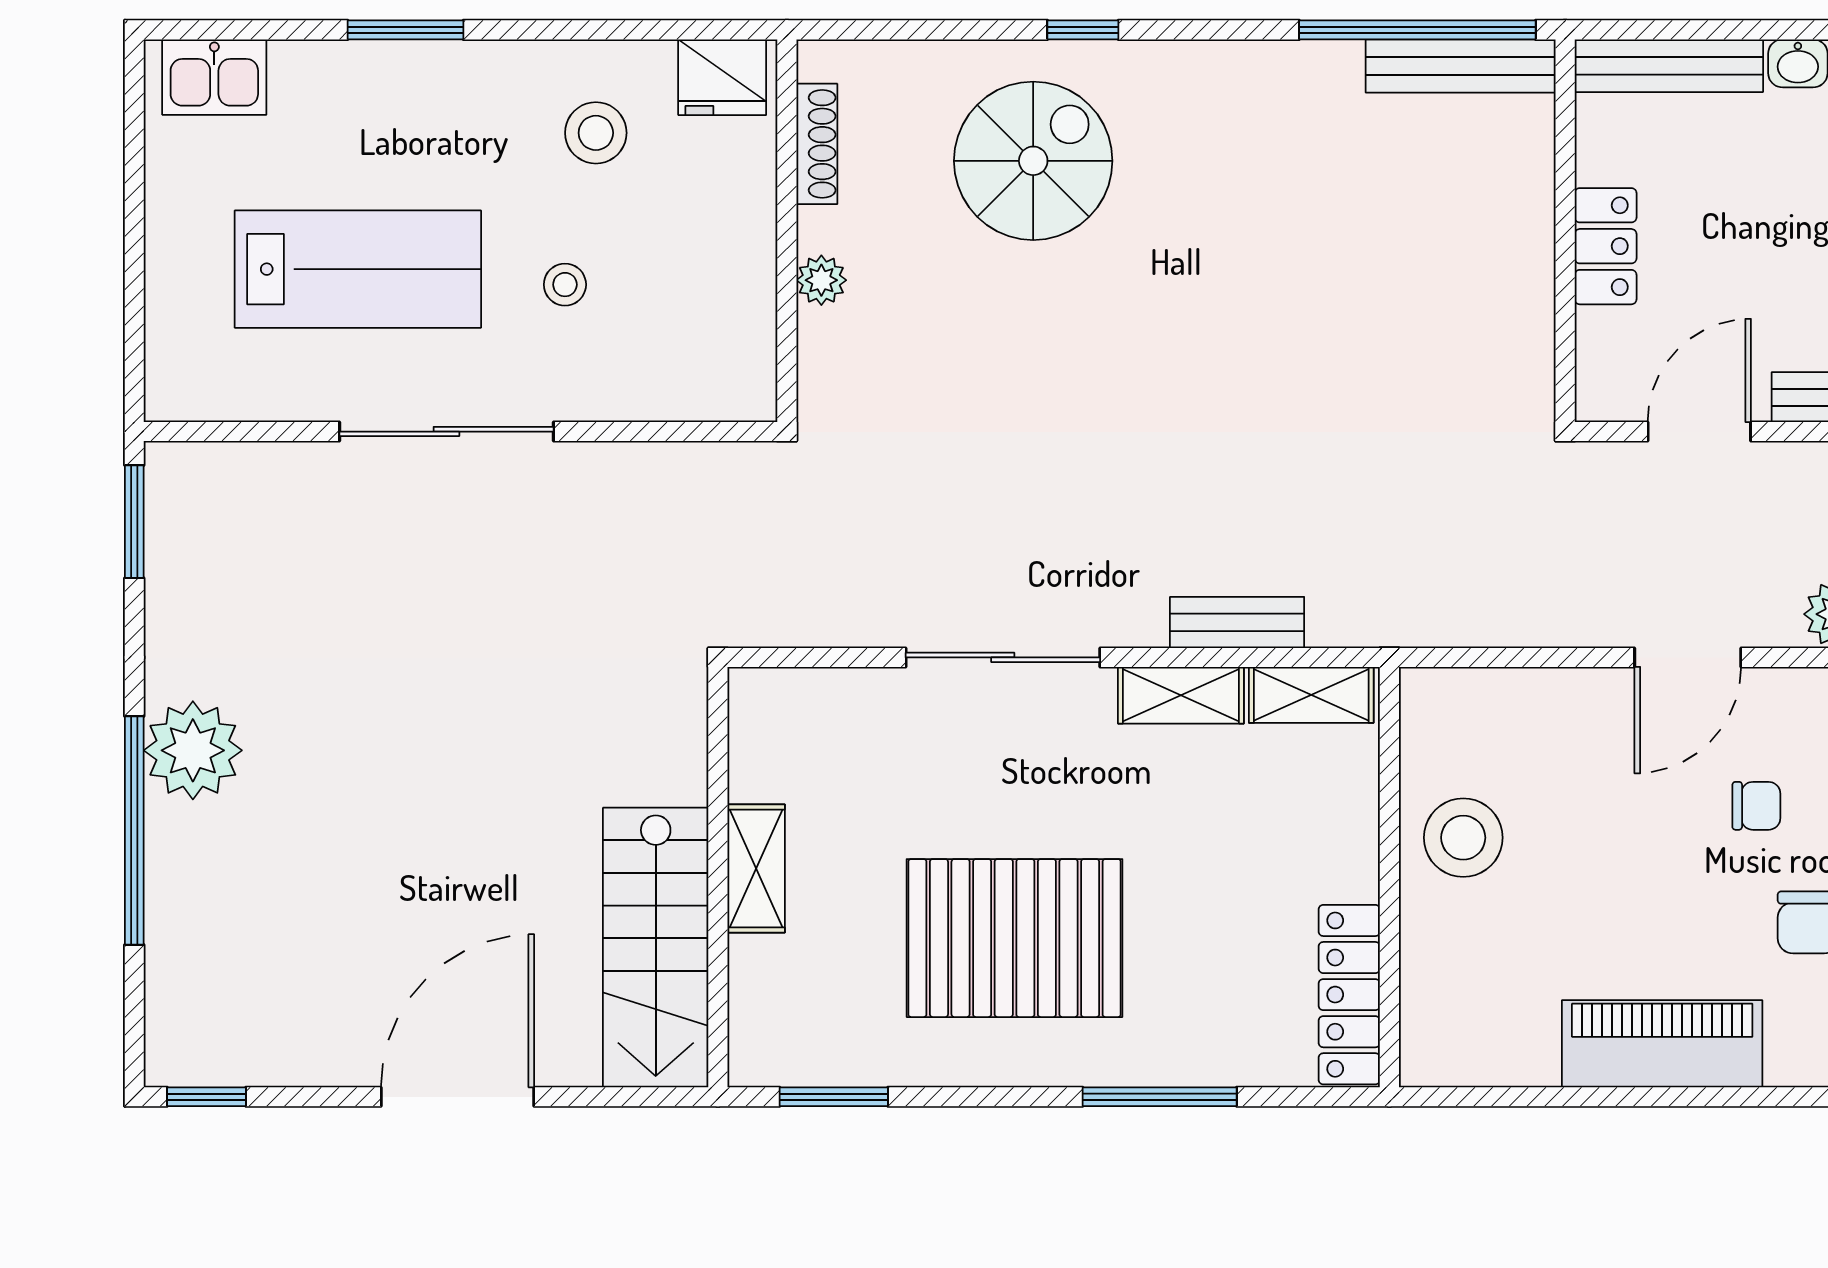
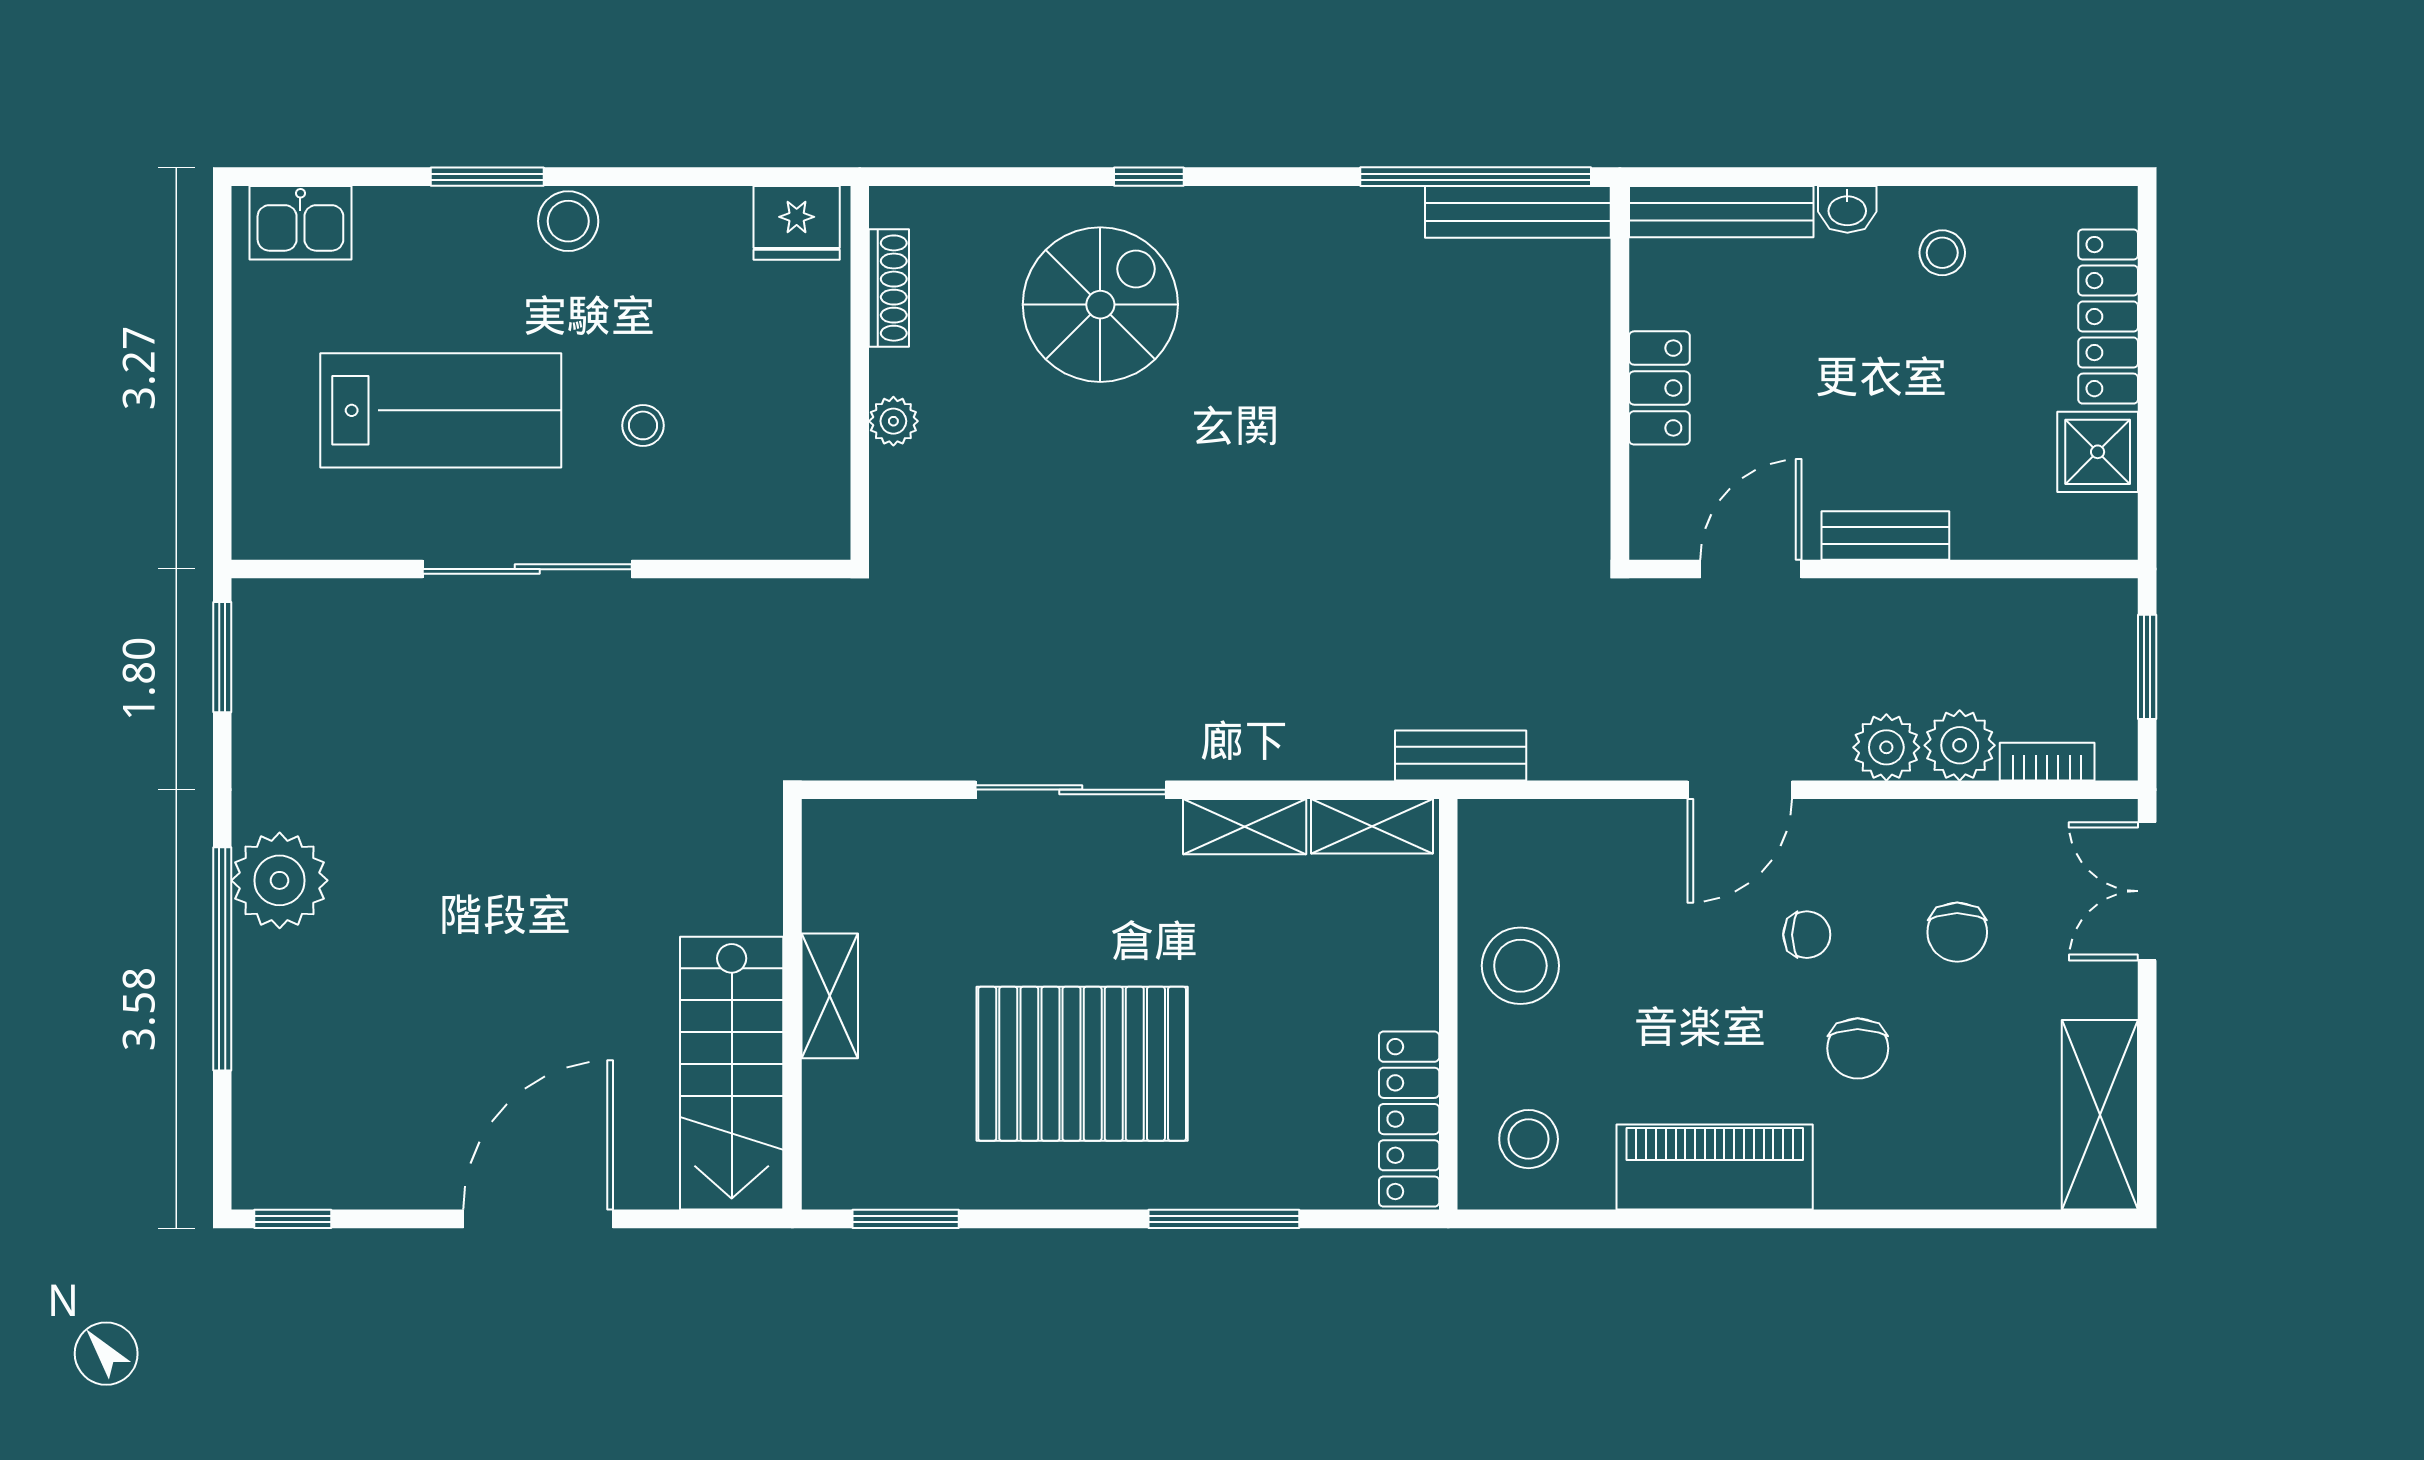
stool: (596, 133) -> (568, 221), moved
bench: (1237, 622) -> (1461, 755), moved
stool: (1472, 1015) -> (1529, 1139), added

